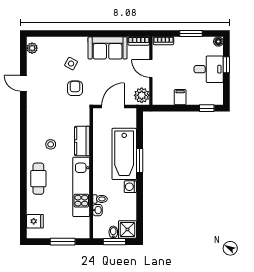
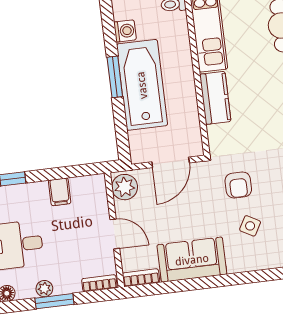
plant: (196, 42) -> (44, 289), added
stool: (51, 144) -> (268, 86), removed

